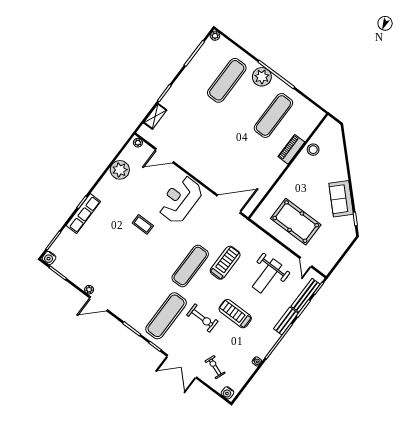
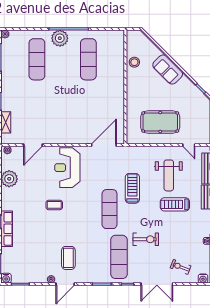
piano: (291, 149) -> (119, 74), removed
sofa: (341, 199) -> (168, 70), moved
coffee table: (119, 282) -> (68, 258), added
treadmill: (235, 314) -> (175, 204), moved

